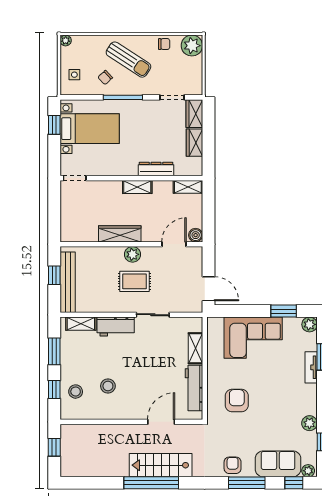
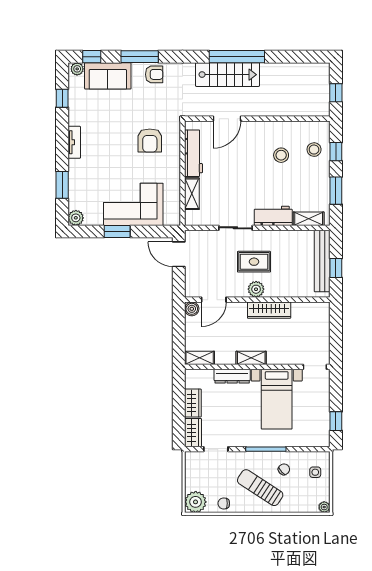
bed with nightstands: (90, 129) -> (277, 399), moved, turned -90
window: (284, 311) -> (117, 232), moved
tv unit: (311, 367) -> (74, 142), moved
plant: (309, 423) -> (76, 117), removed
armchair: (233, 465) -> (154, 74), turned -90

